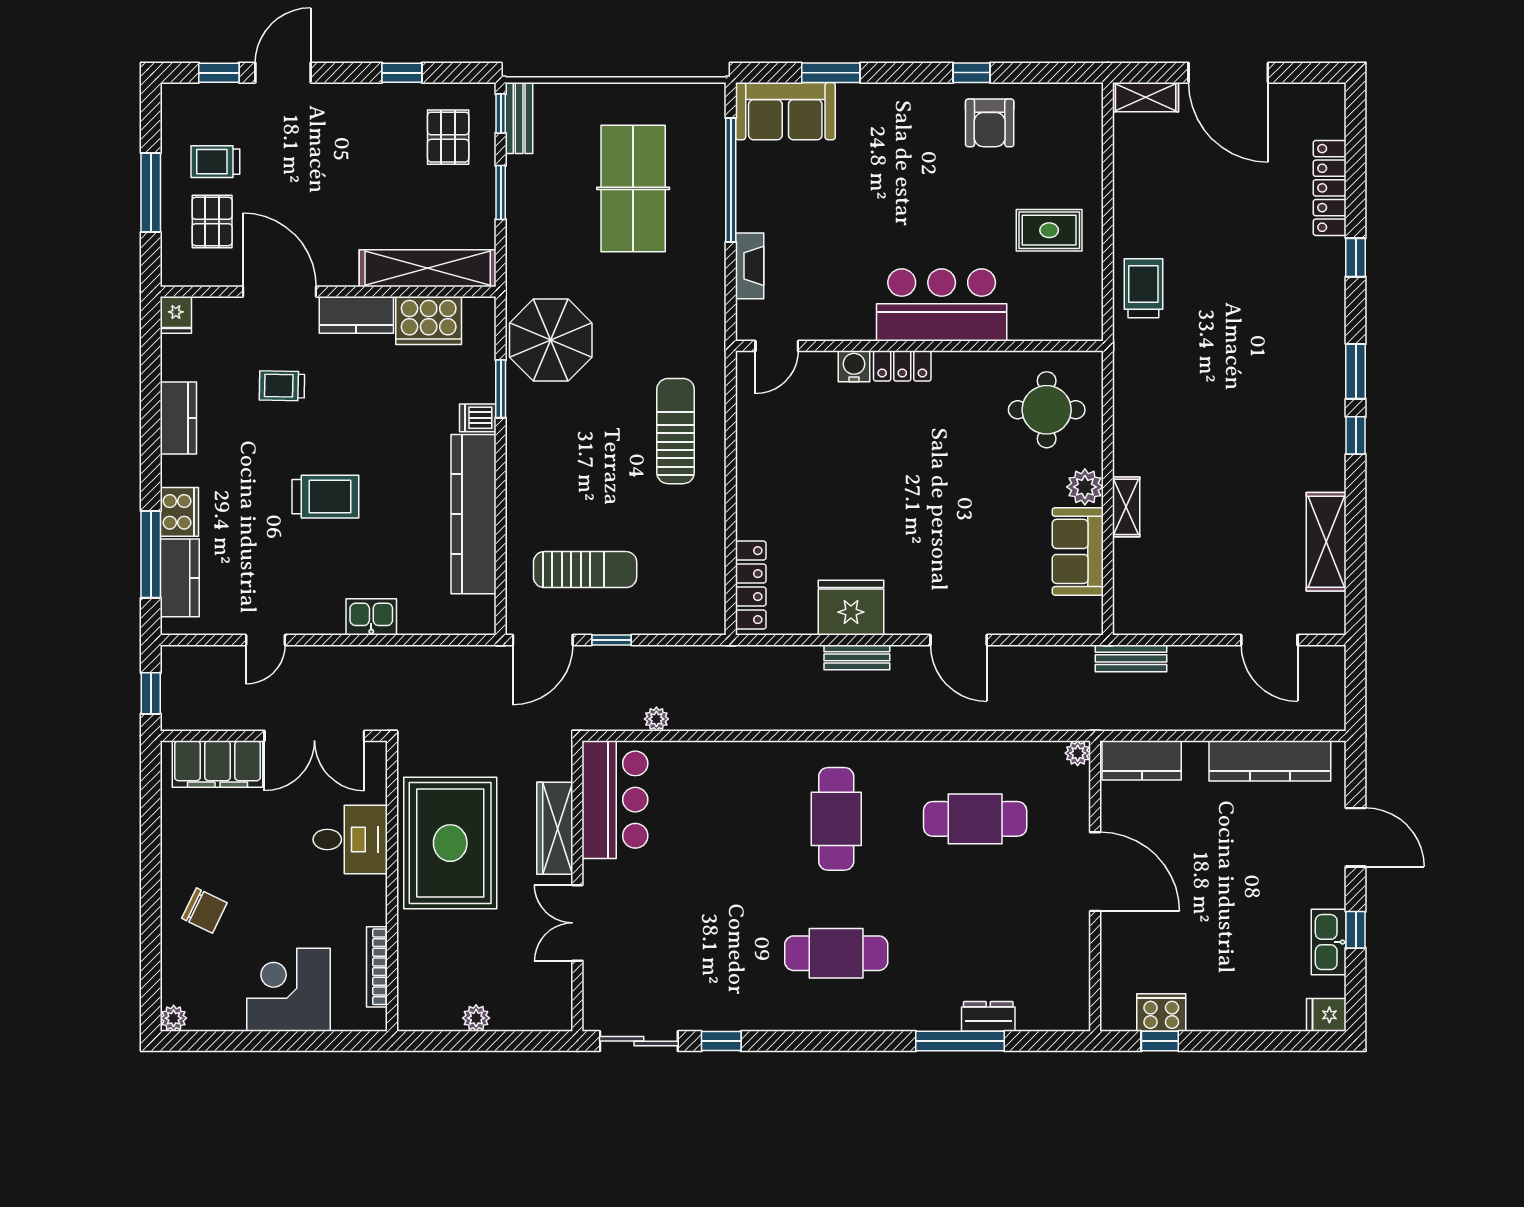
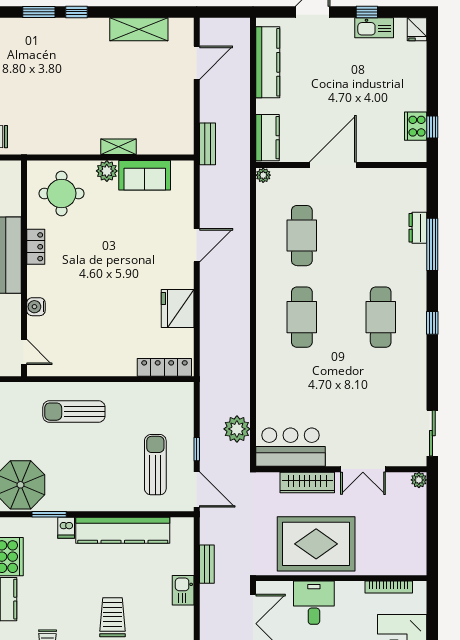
locker: (902, 366) -> (36, 247), moved
bench: (857, 657) -> (207, 564), moved
plant: (656, 719) -> (237, 429), width x1.88, depth x1.88
cafe table: (836, 819) -> (302, 317), turned 90
plant: (476, 1018) -> (419, 480), moved
window: (721, 1041) -> (432, 323), moved

